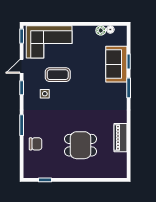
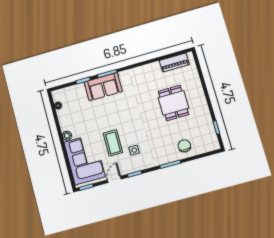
plant: (101, 30) -> (67, 136), moved
sofa: (116, 64) -> (103, 87), moved
door: (22, 66) -> (114, 179), swing flipped
piano: (120, 138) -> (174, 62), moved

